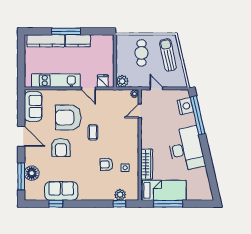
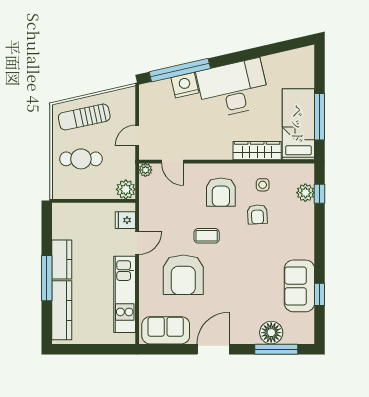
nightstand: (185, 106) -> (185, 85), moved
armchair: (61, 148) -> (221, 192), moved, turned 90

